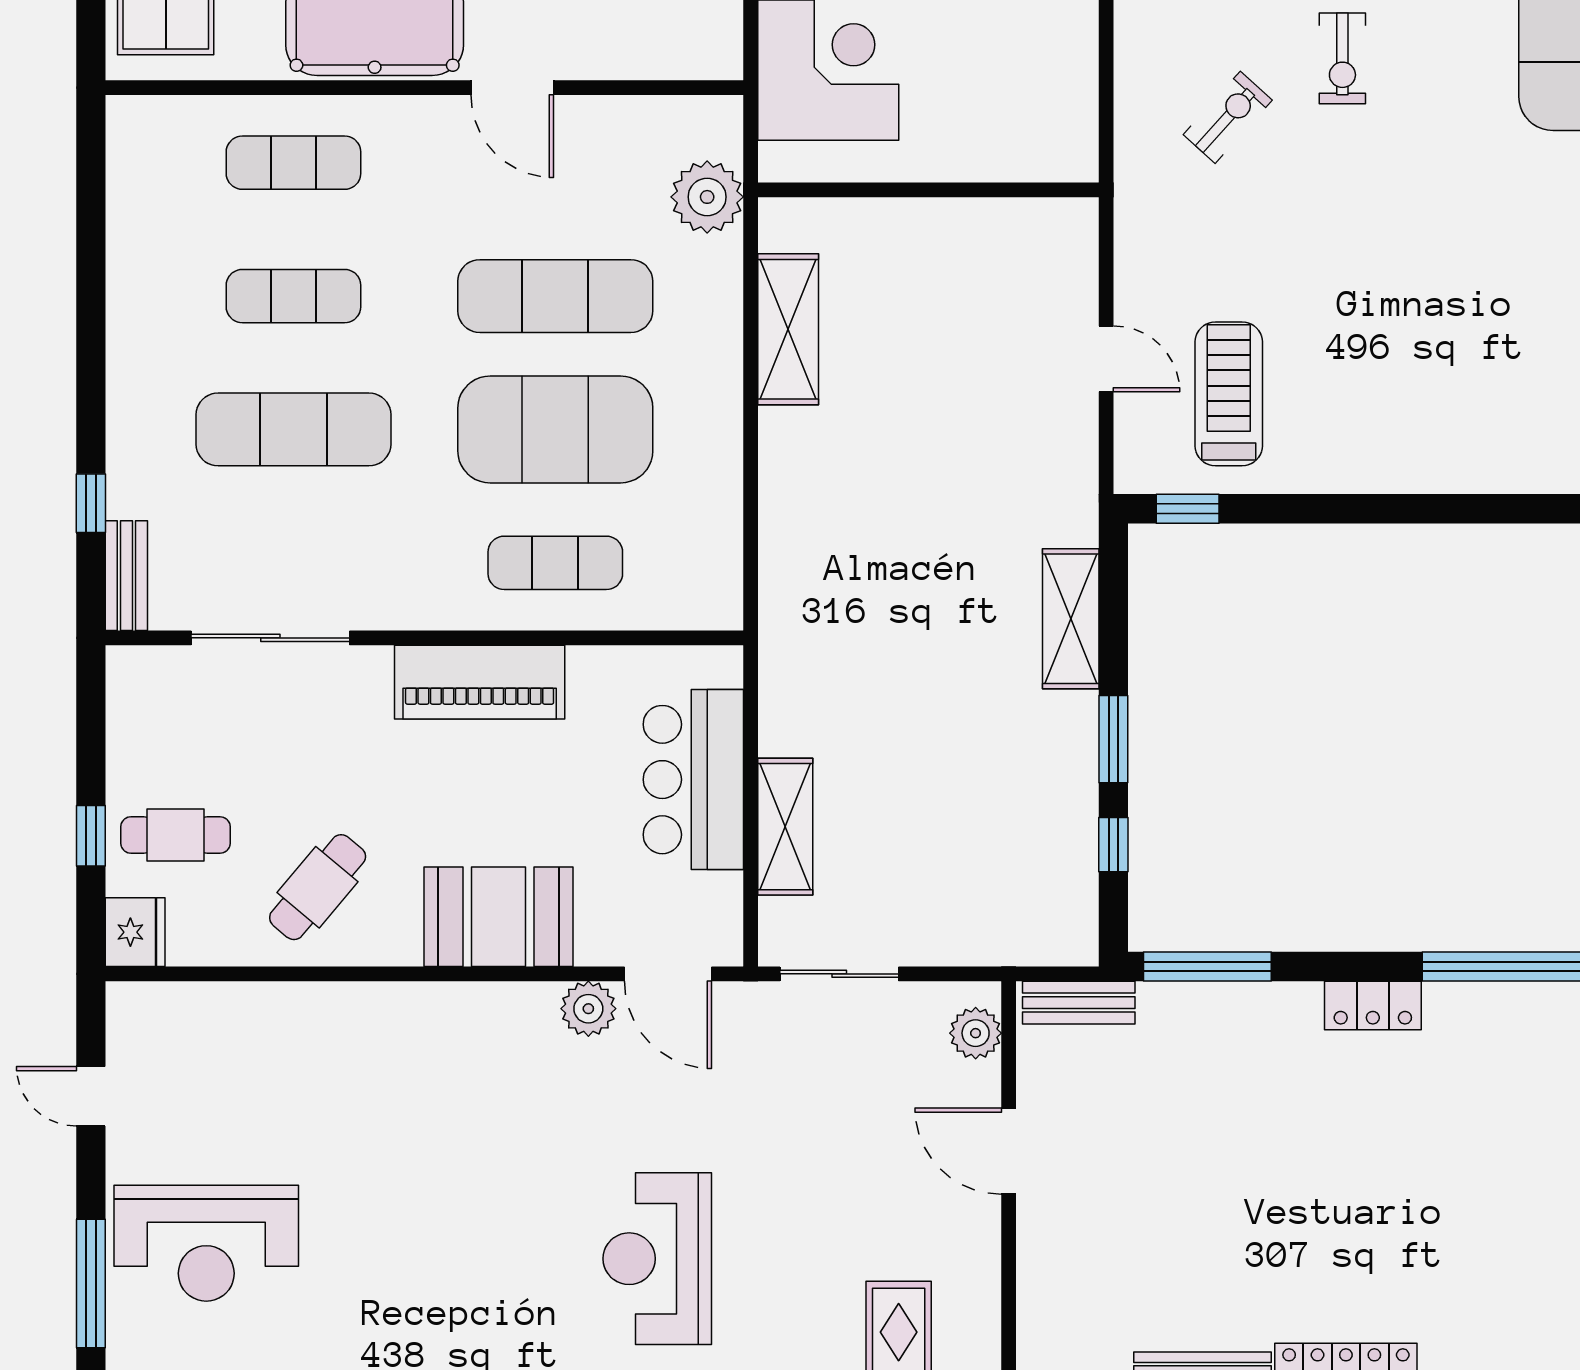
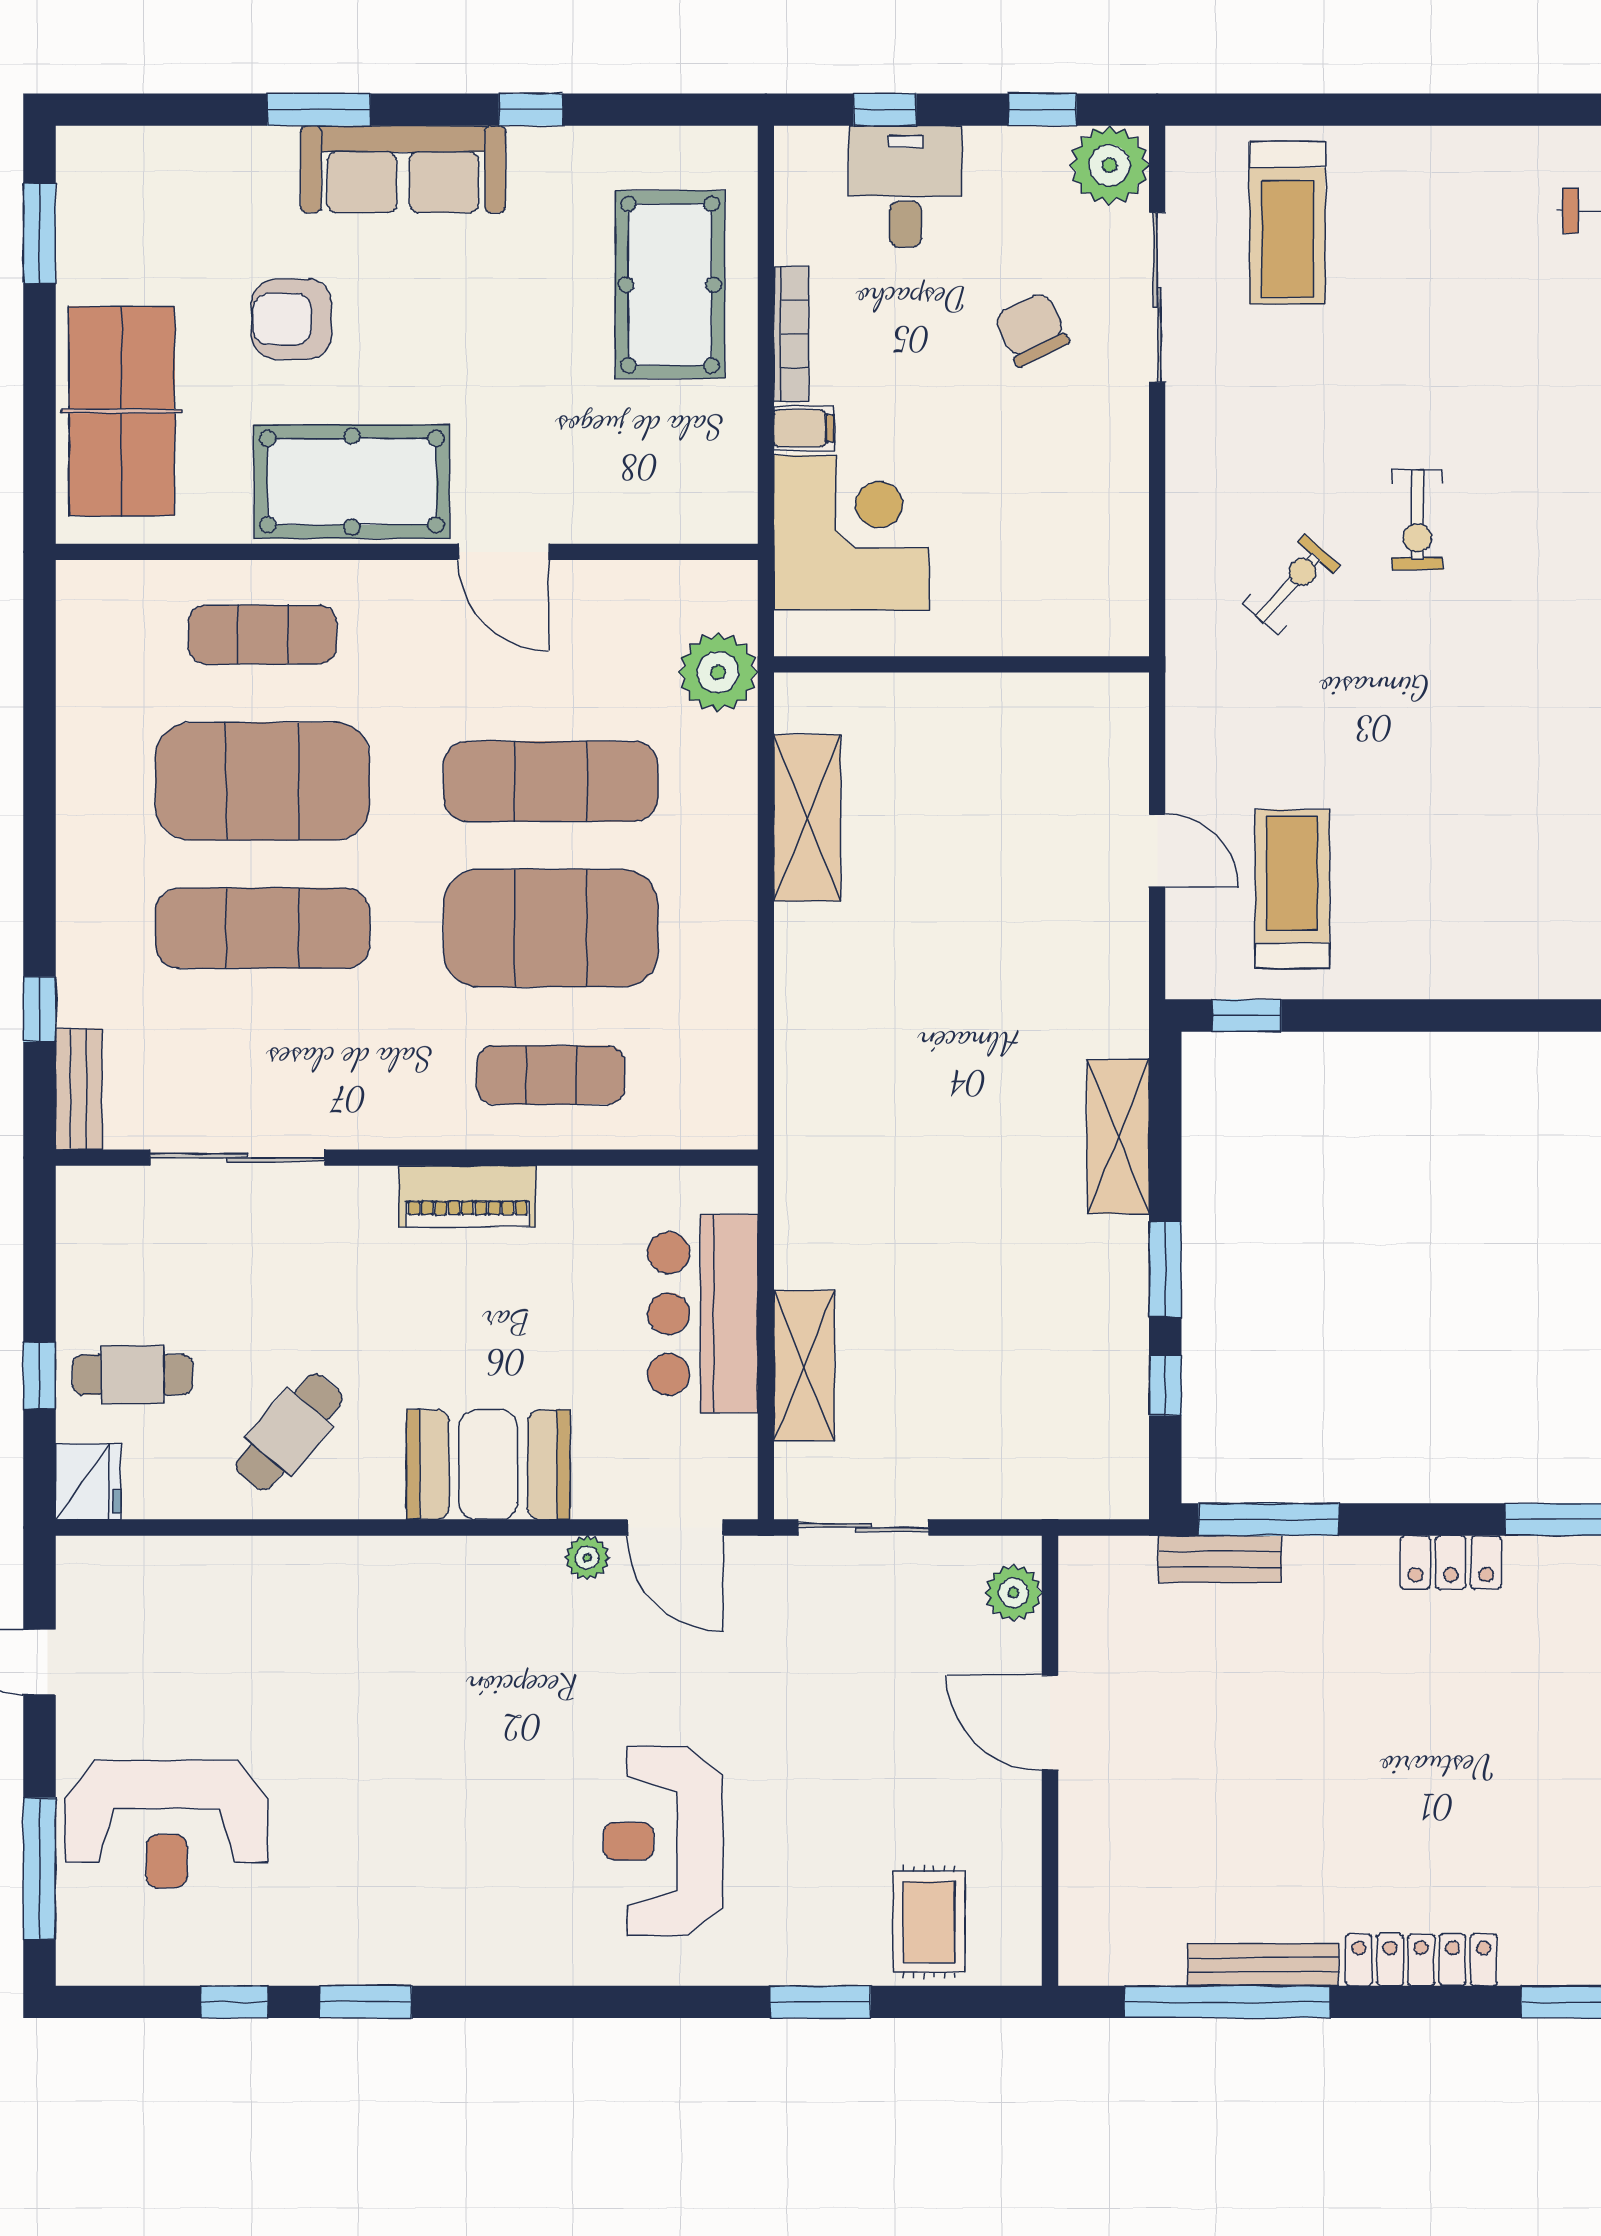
exercise mat: (293, 296) -> (263, 781), width x2.00, depth x1.45
piano: (480, 682) -> (467, 1196), width x0.73, depth x0.75
bench: (1079, 1003) -> (1220, 1559), moved
plant: (588, 1009) -> (587, 1558), width x0.73, depth x0.73

